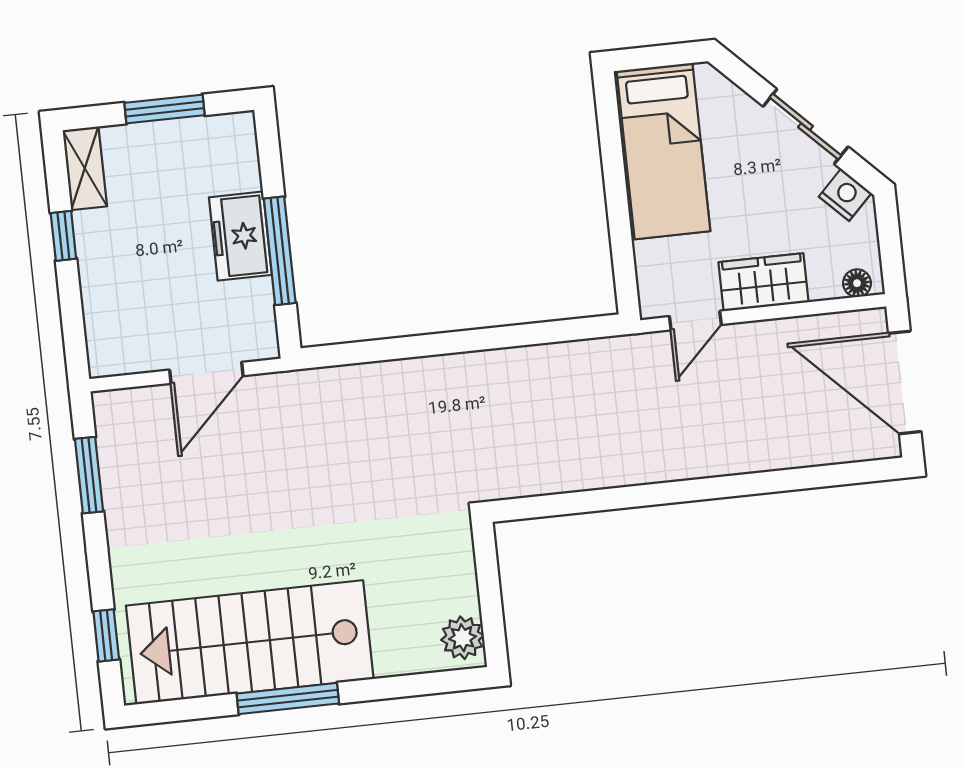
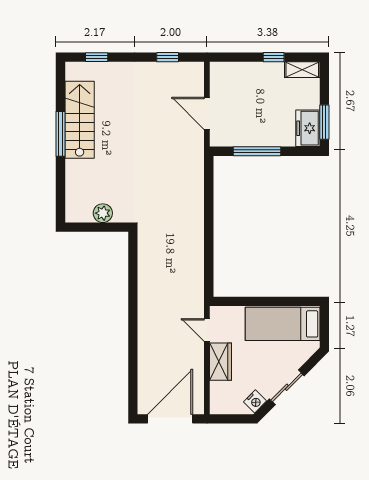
window: (164, 109) -> (324, 122), moved
freezer: (240, 236) -> (308, 128), moved, turned -90
floor lamp: (857, 283) -> (216, 403), removed
window: (89, 475) -> (168, 57), width x0.67
plant: (462, 638) -> (103, 213), moved
stairs: (250, 642) -> (80, 120), width x0.73, depth x0.66

